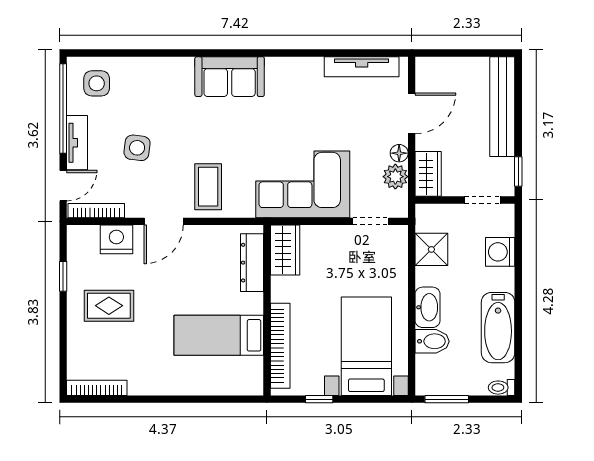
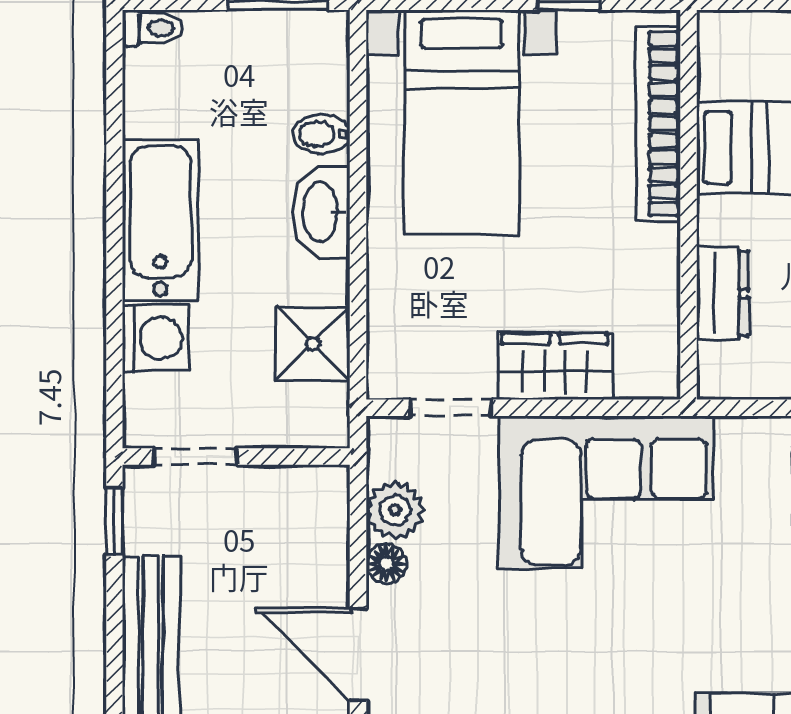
door: (412, 113) -> (358, 654), hinge flipped
wardrobe: (428, 174) -> (320, 516), removed
wardrobe: (285, 250) -> (555, 366), moved, turned 90
dresser: (252, 263) -> (723, 293), width x0.70
bathtub: (498, 328) -> (160, 220), moved
bidet: (432, 341) -> (321, 134), width x0.72, depth x0.74

